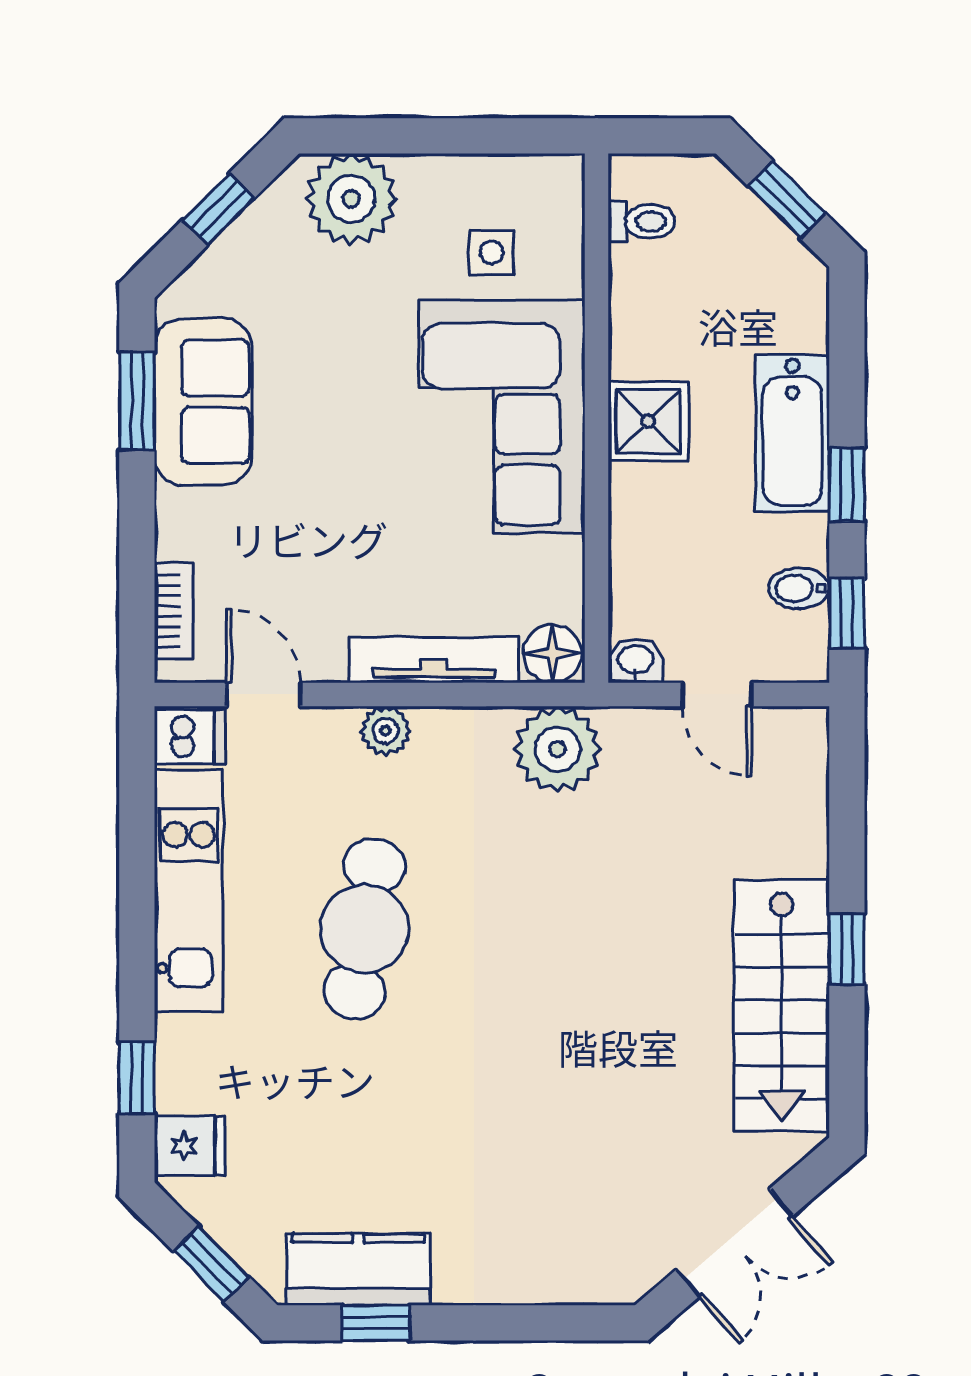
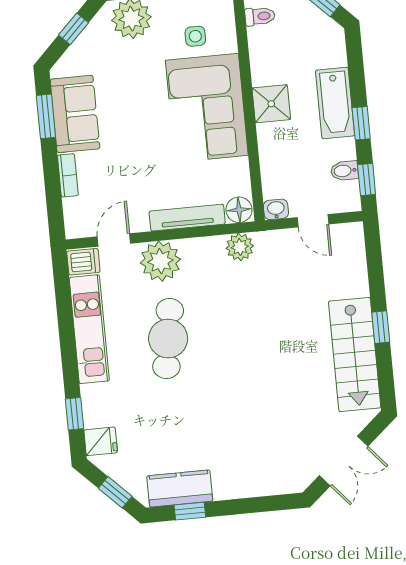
bookcase: (174, 611) -> (68, 175), moved
door: (264, 694) -> (114, 240), hinge flipped
plant: (386, 731) -> (160, 261), width x1.88, depth x1.88
plant: (558, 749) -> (240, 247), width x0.73, depth x0.73

